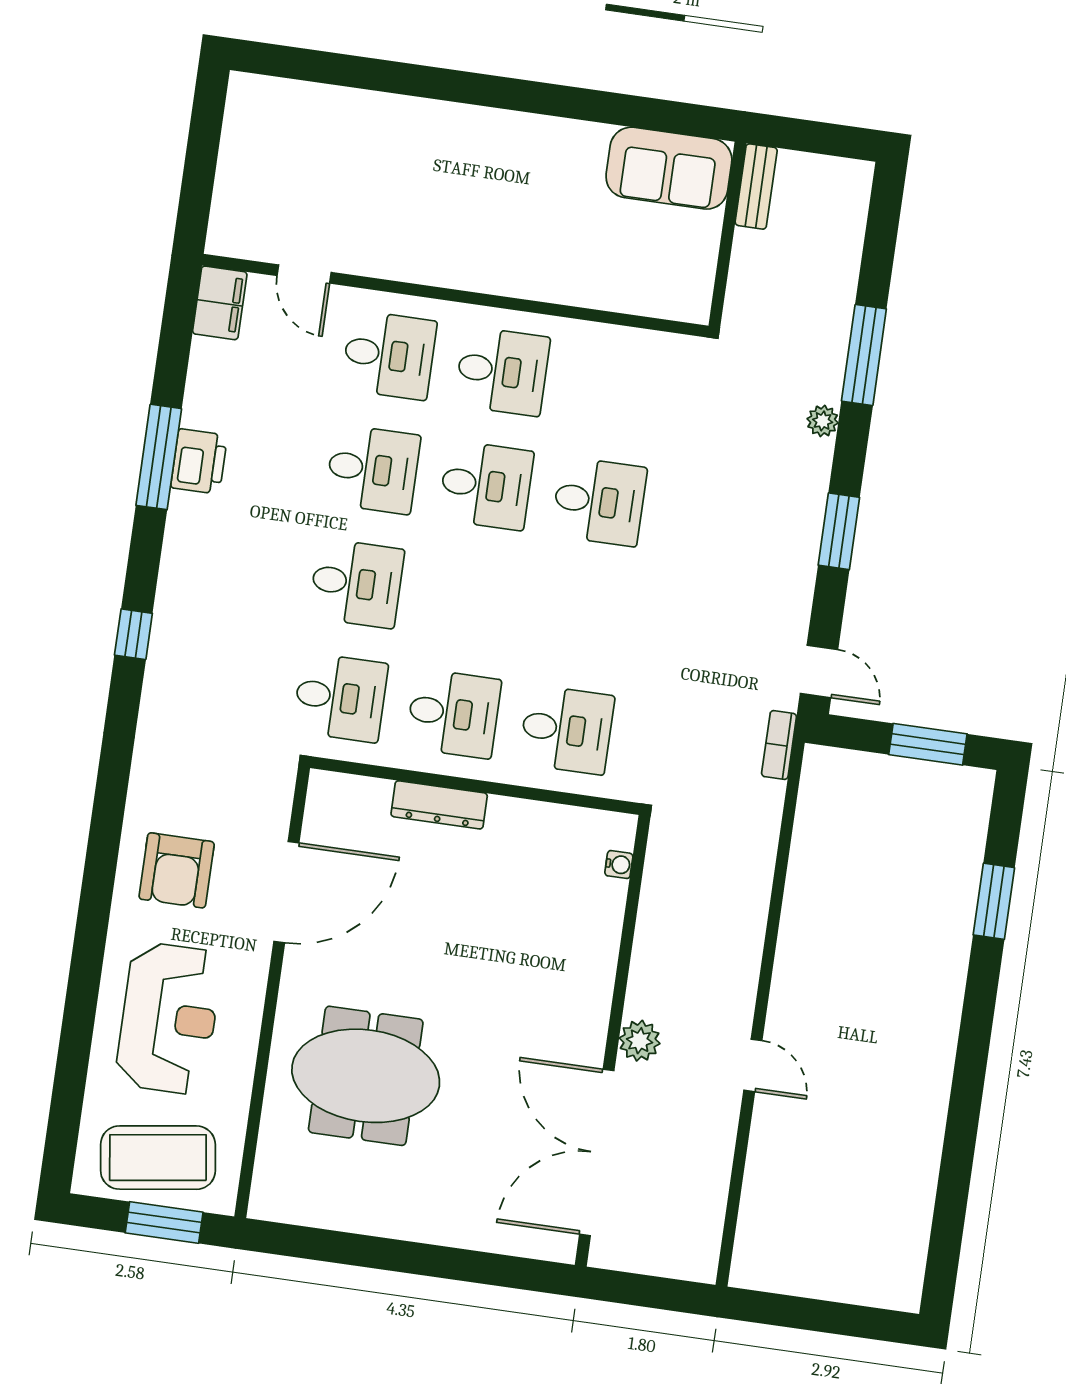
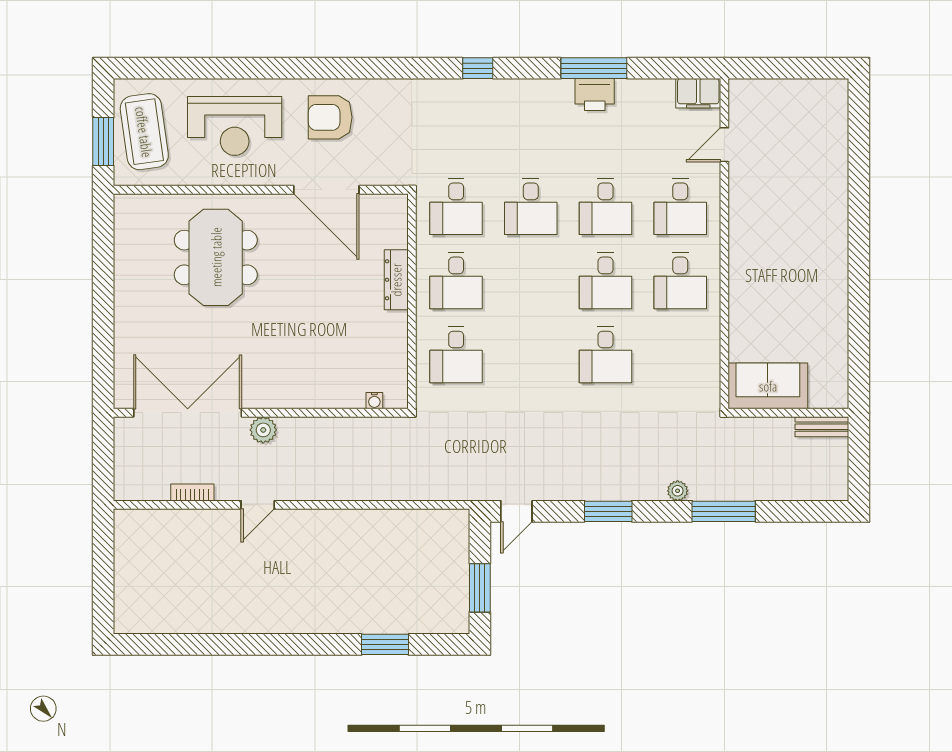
sofa: (669, 168) -> (768, 386), moved, turned 90
bookcase: (779, 745) -> (192, 492), moved

